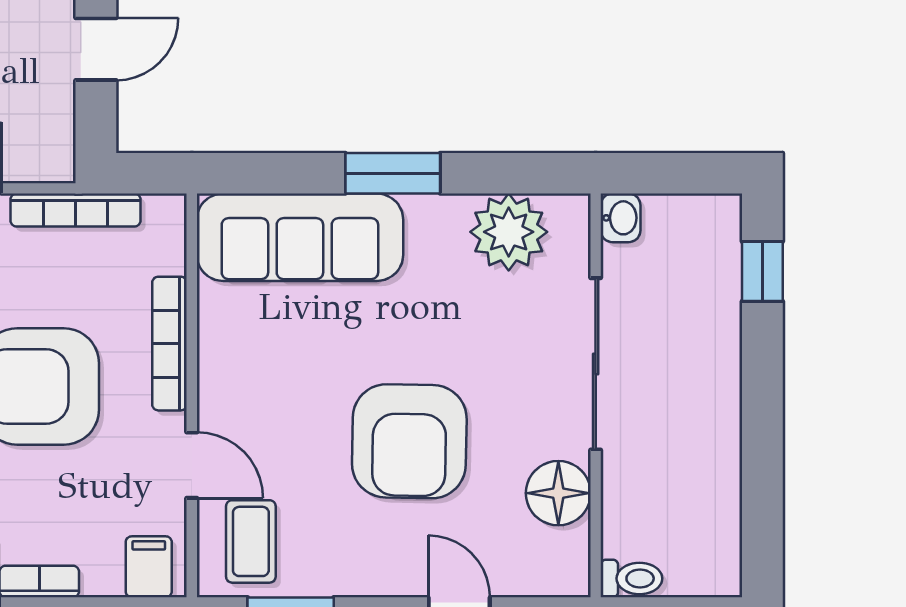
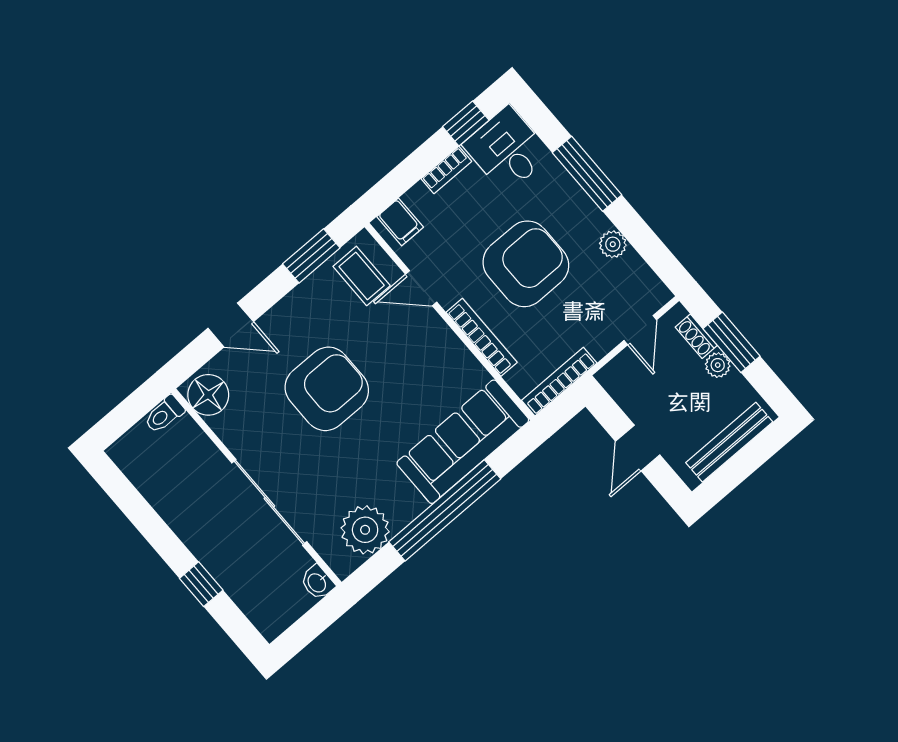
window: (393, 173) -> (445, 510), width x2.11
bookcase: (75, 210) -> (559, 382), moved
window: (762, 271) -> (201, 584), moved
armchair: (409, 441) -> (327, 389), turned 89
floor lamp: (558, 493) -> (208, 395), moved

